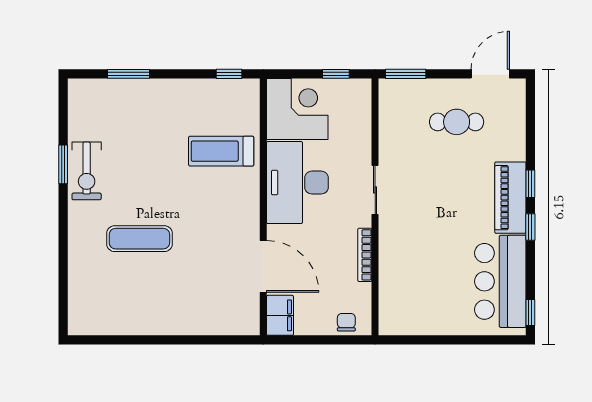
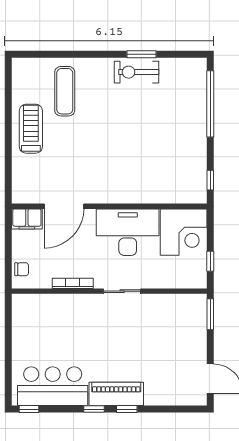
window: (128, 74) -> (210, 104), width x2.11
cafe table: (457, 122) -> (174, 353), removed
treadmill: (221, 151) -> (31, 129), moved
exercise mat: (139, 239) -> (65, 91), moved

